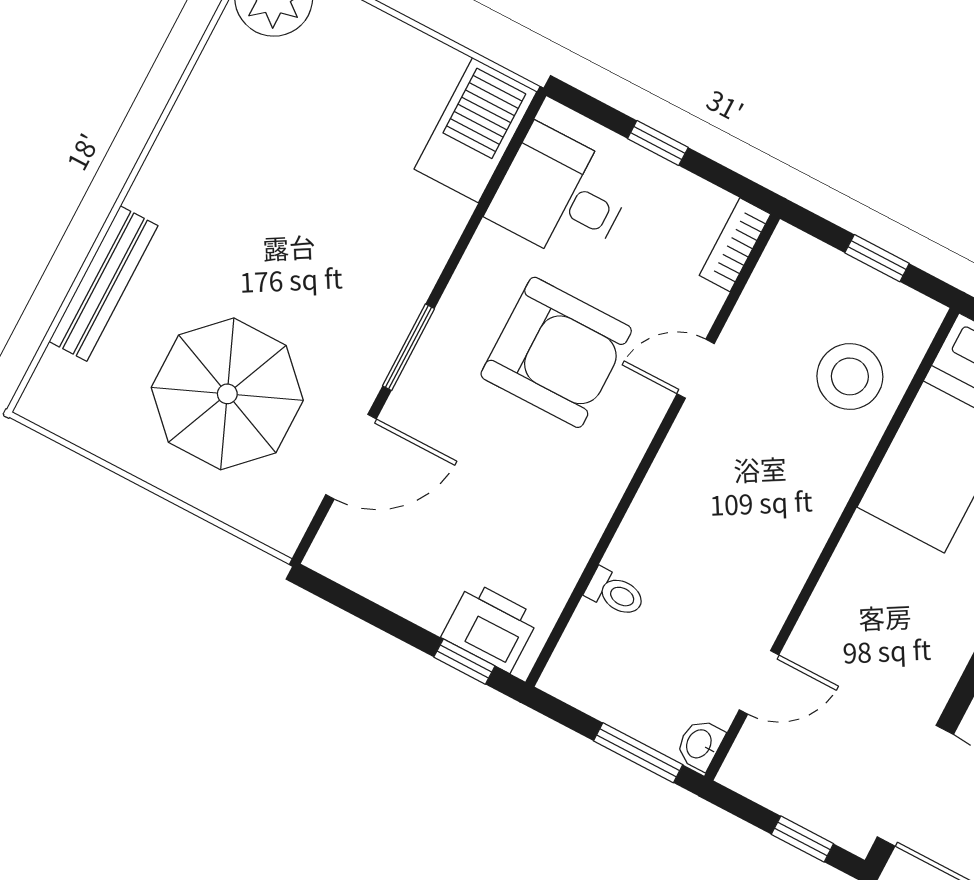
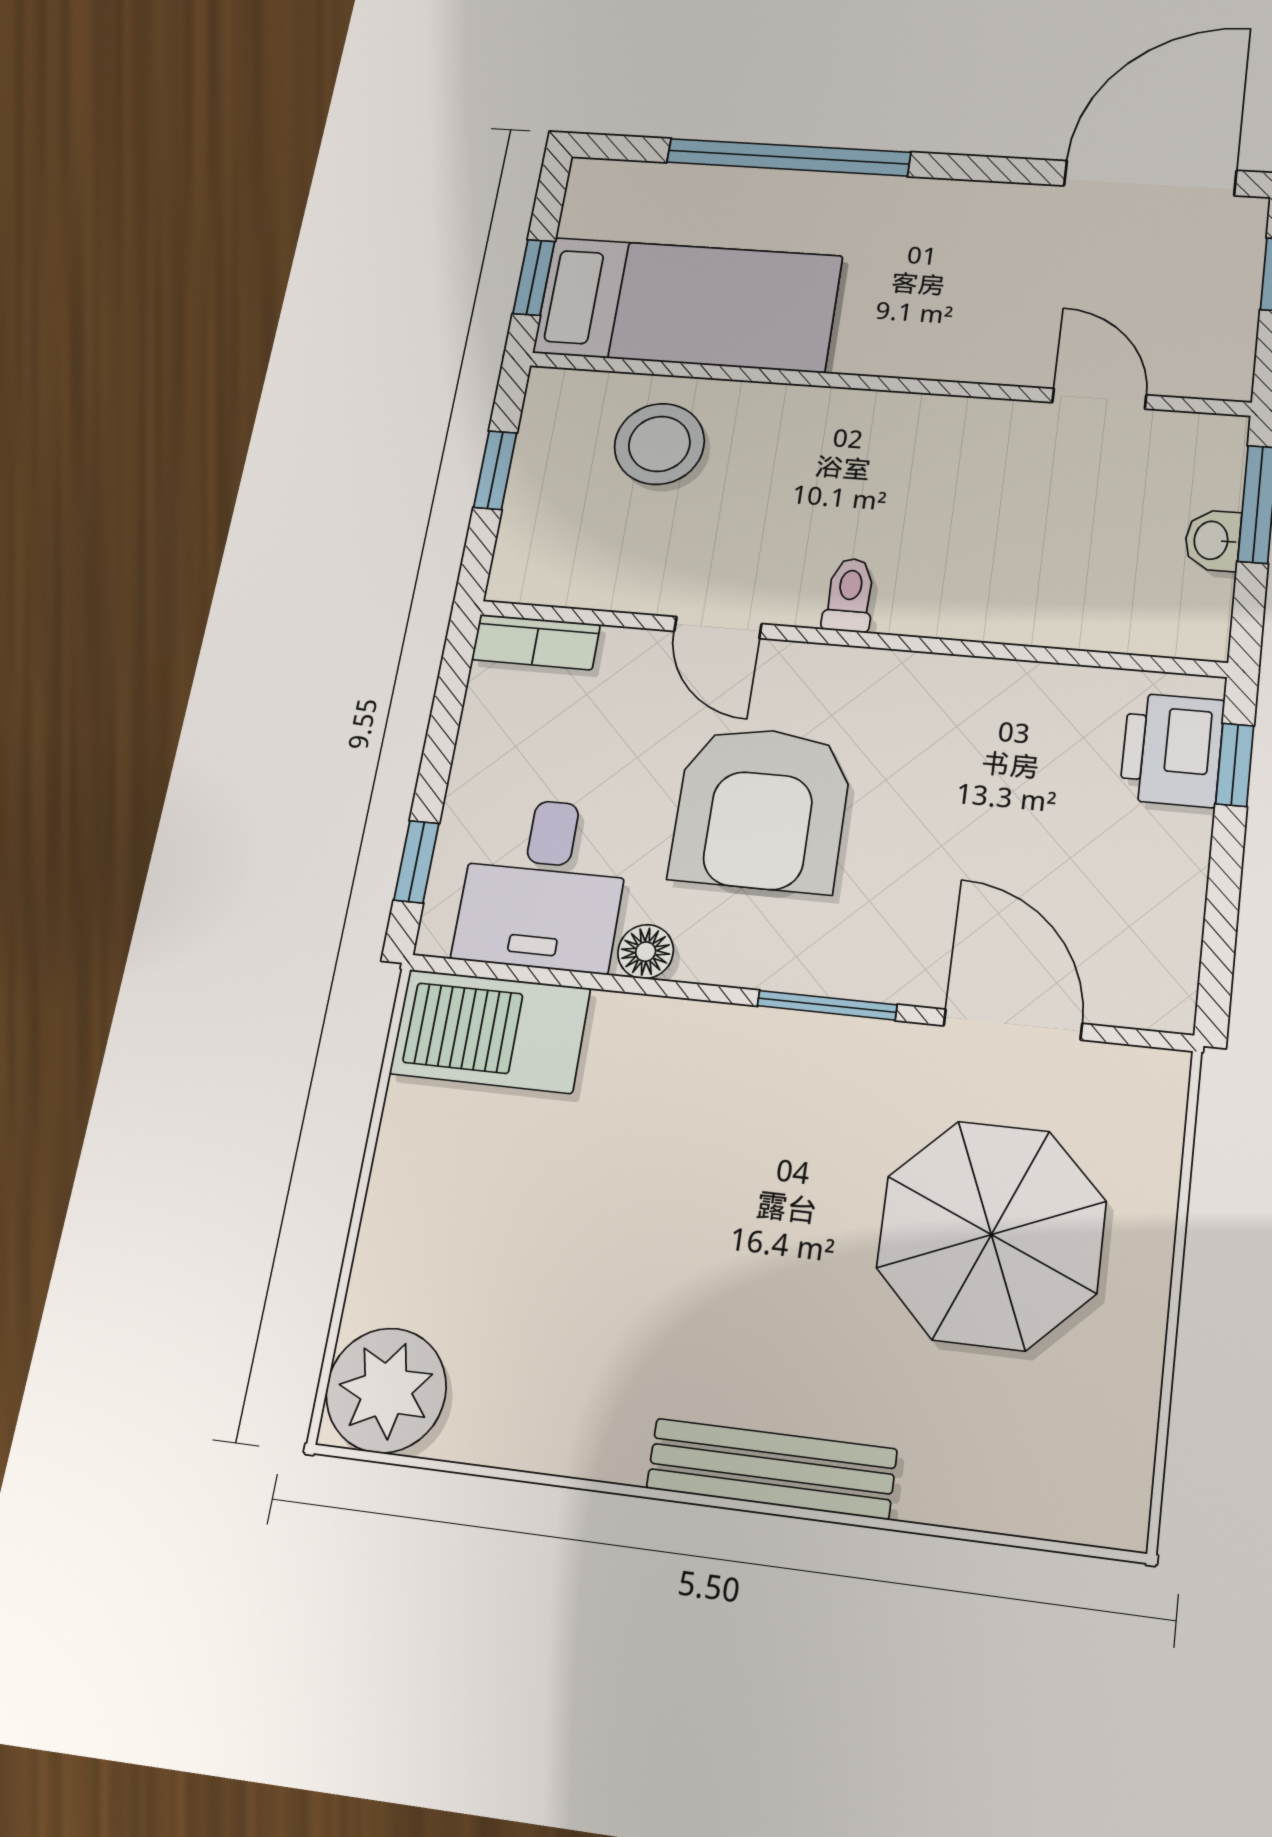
window: (658, 143) -> (416, 862), moved
floor lamp: (489, 246) -> (646, 952), added
bench: (103, 284) -> (772, 1469), moved
armchair: (556, 352) -> (761, 808), turned 180
toilet: (615, 593) -> (849, 595), moved
washbasin: (700, 744) -> (1213, 540), moved, turned 90

